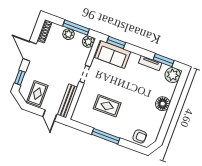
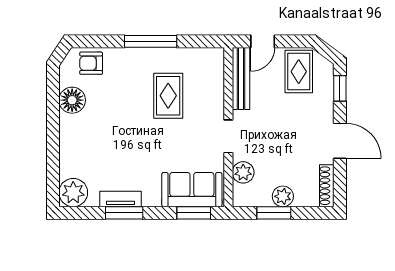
window: (76, 28) -> (274, 213), width x0.69
plant: (88, 42) -> (243, 172), moved
window: (164, 60) -> (124, 213), moved
floor lamp: (163, 104) -> (72, 100), moved
rug: (107, 106) -> (168, 96), turned 90
door: (50, 115) -> (263, 41), swing flipped

